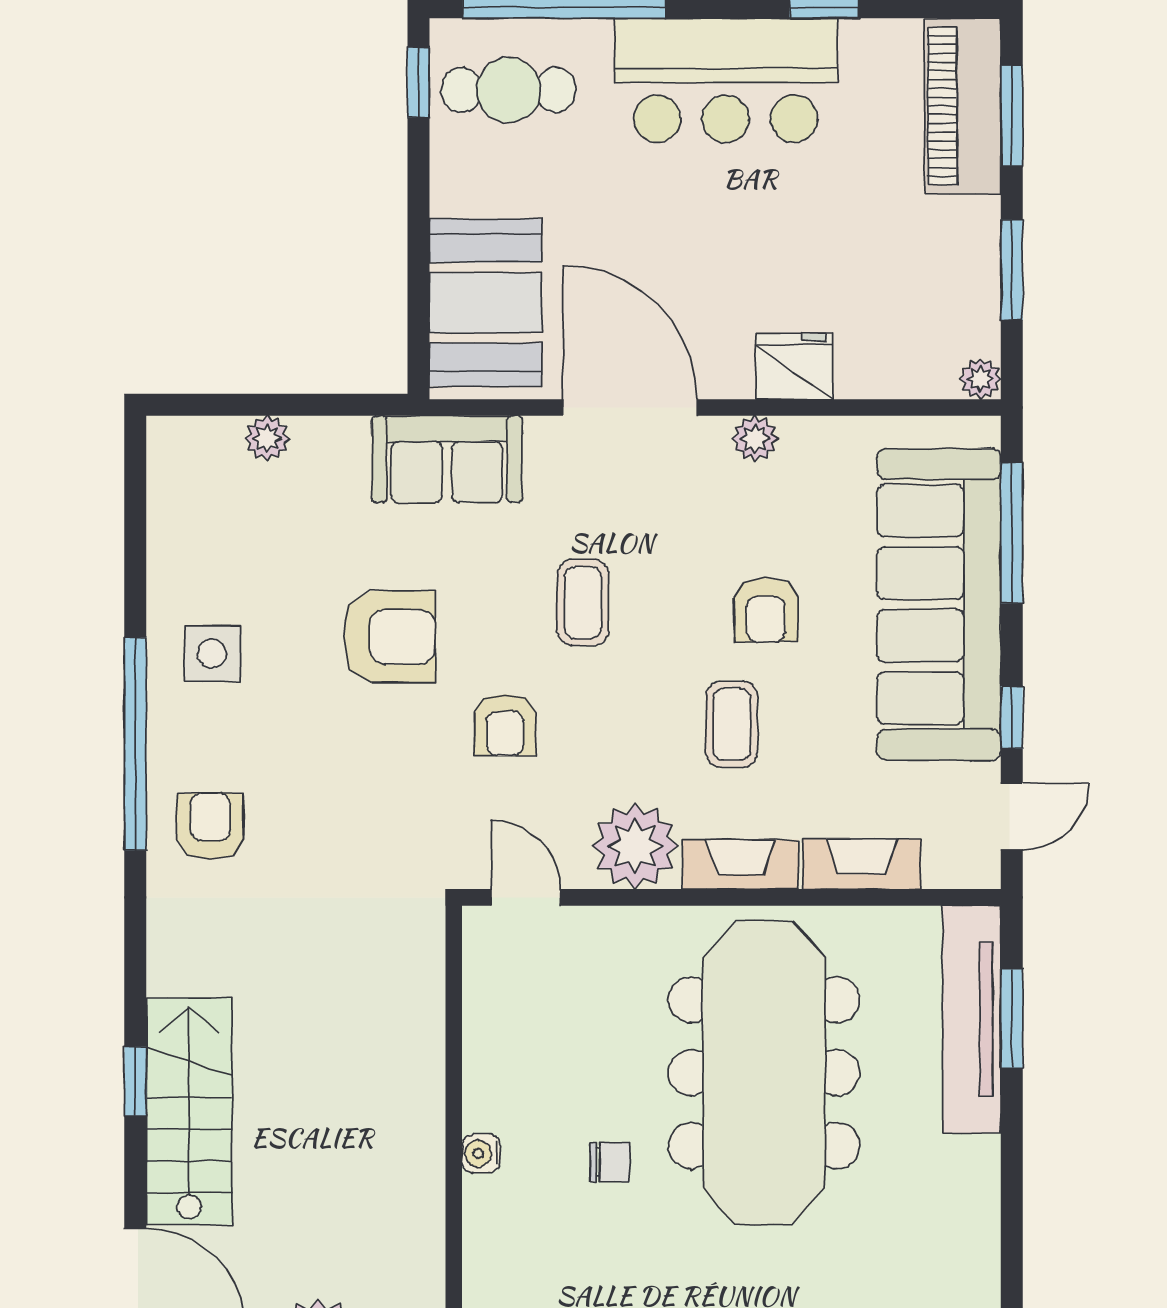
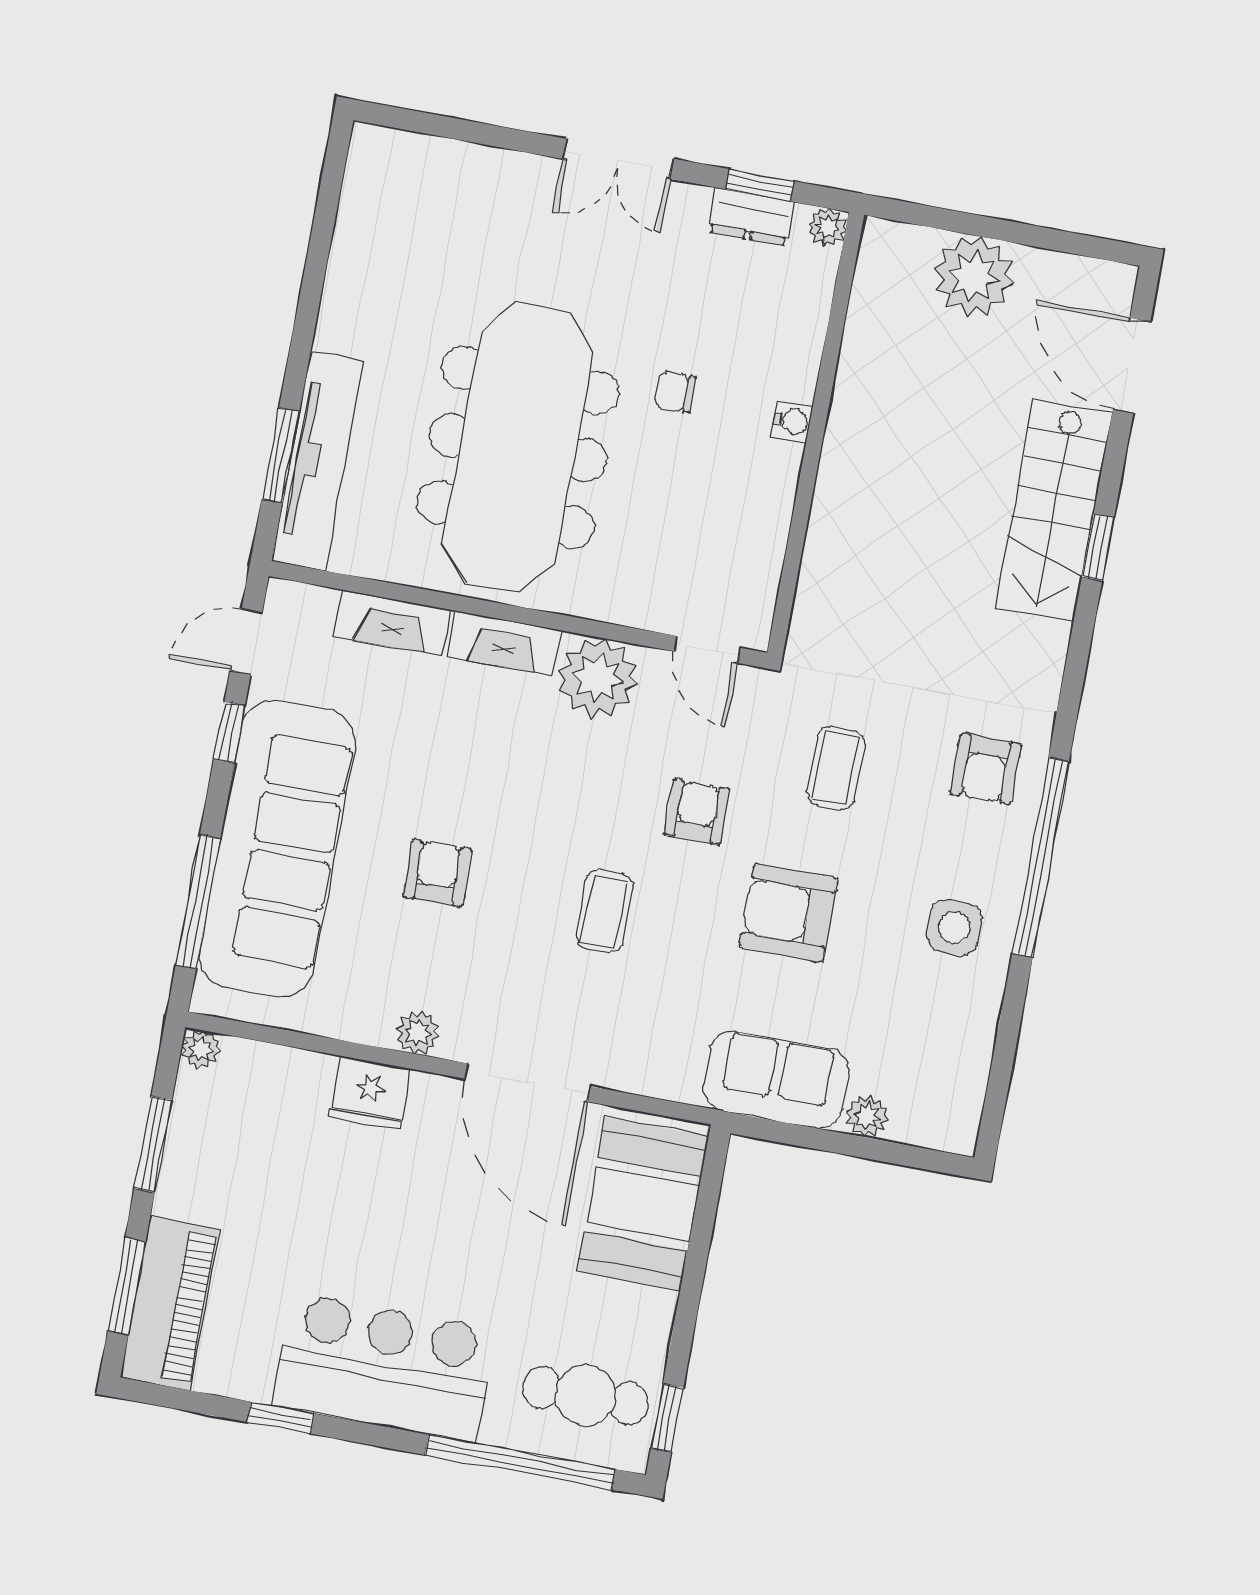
sofa: (447, 459) -> (777, 1080), moved
coffee table: (732, 724) -> (836, 768), moved

